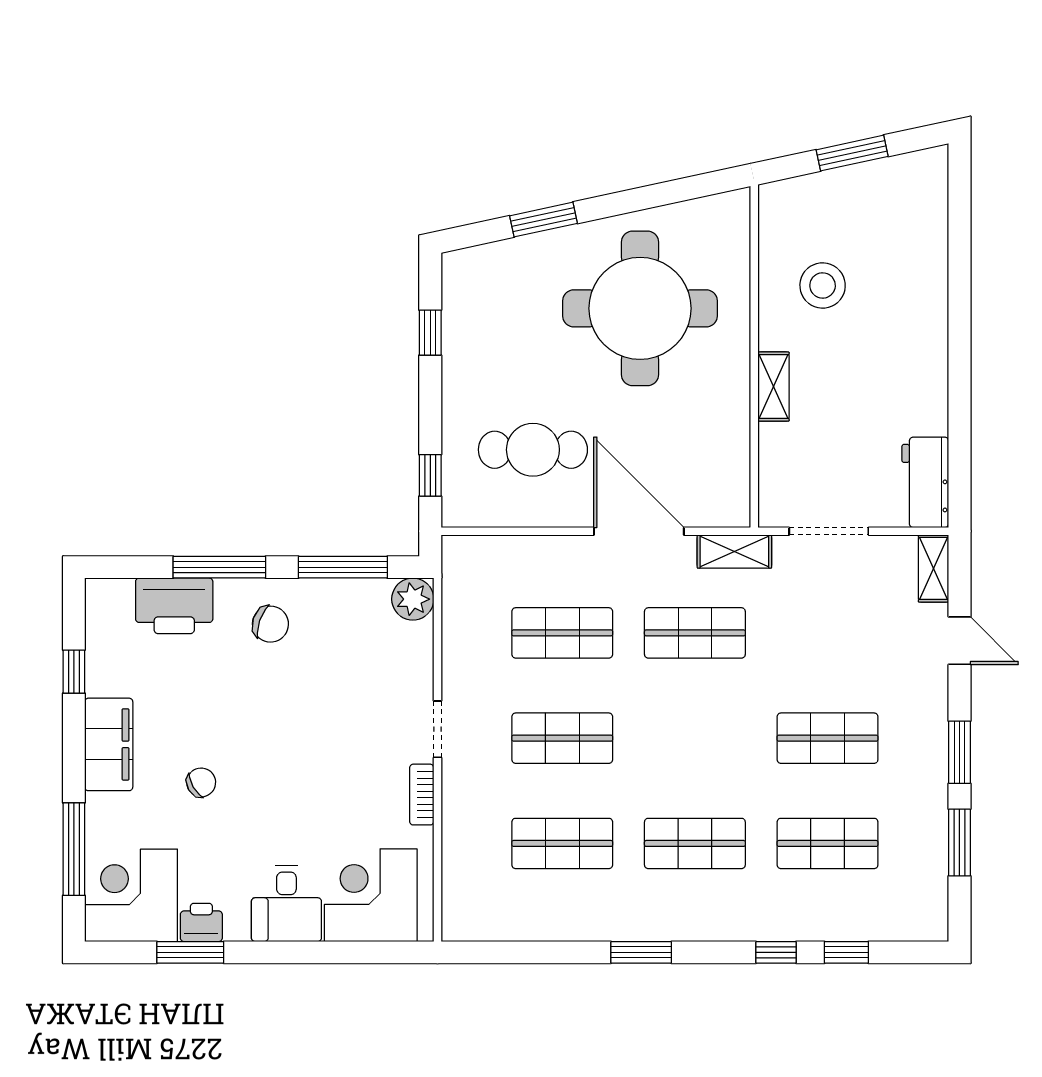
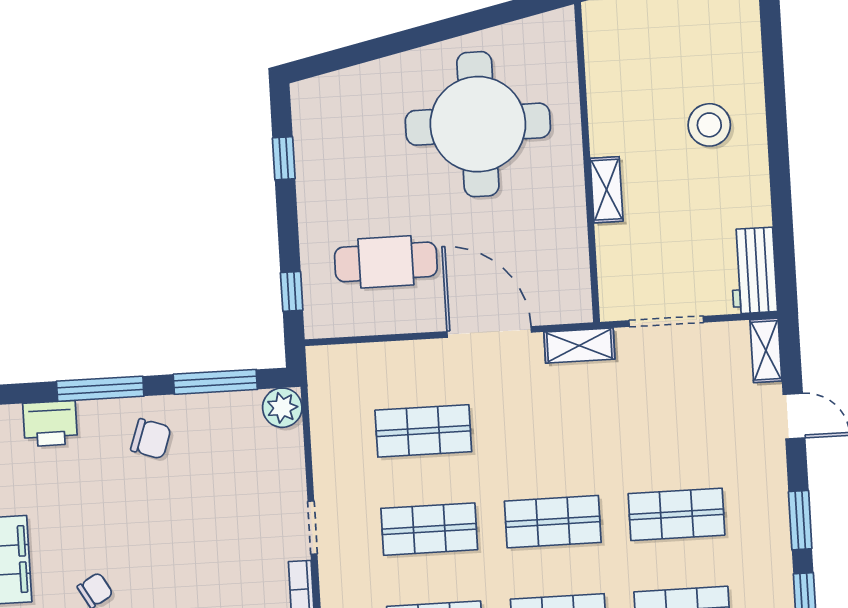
window: (544, 220) -> (383, 47), removed
stool: (823, 285) -> (709, 125), moved
printer: (174, 606) -> (50, 424), width x0.73, depth x0.84
shop shelf: (695, 633) -> (553, 522), moved

